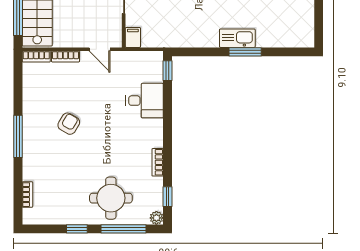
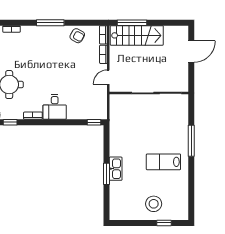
filing cabinet: (133, 37) -> (116, 99), removed
desk: (144, 101) -> (55, 107), moved
armchair: (69, 124) -> (77, 36), moved

